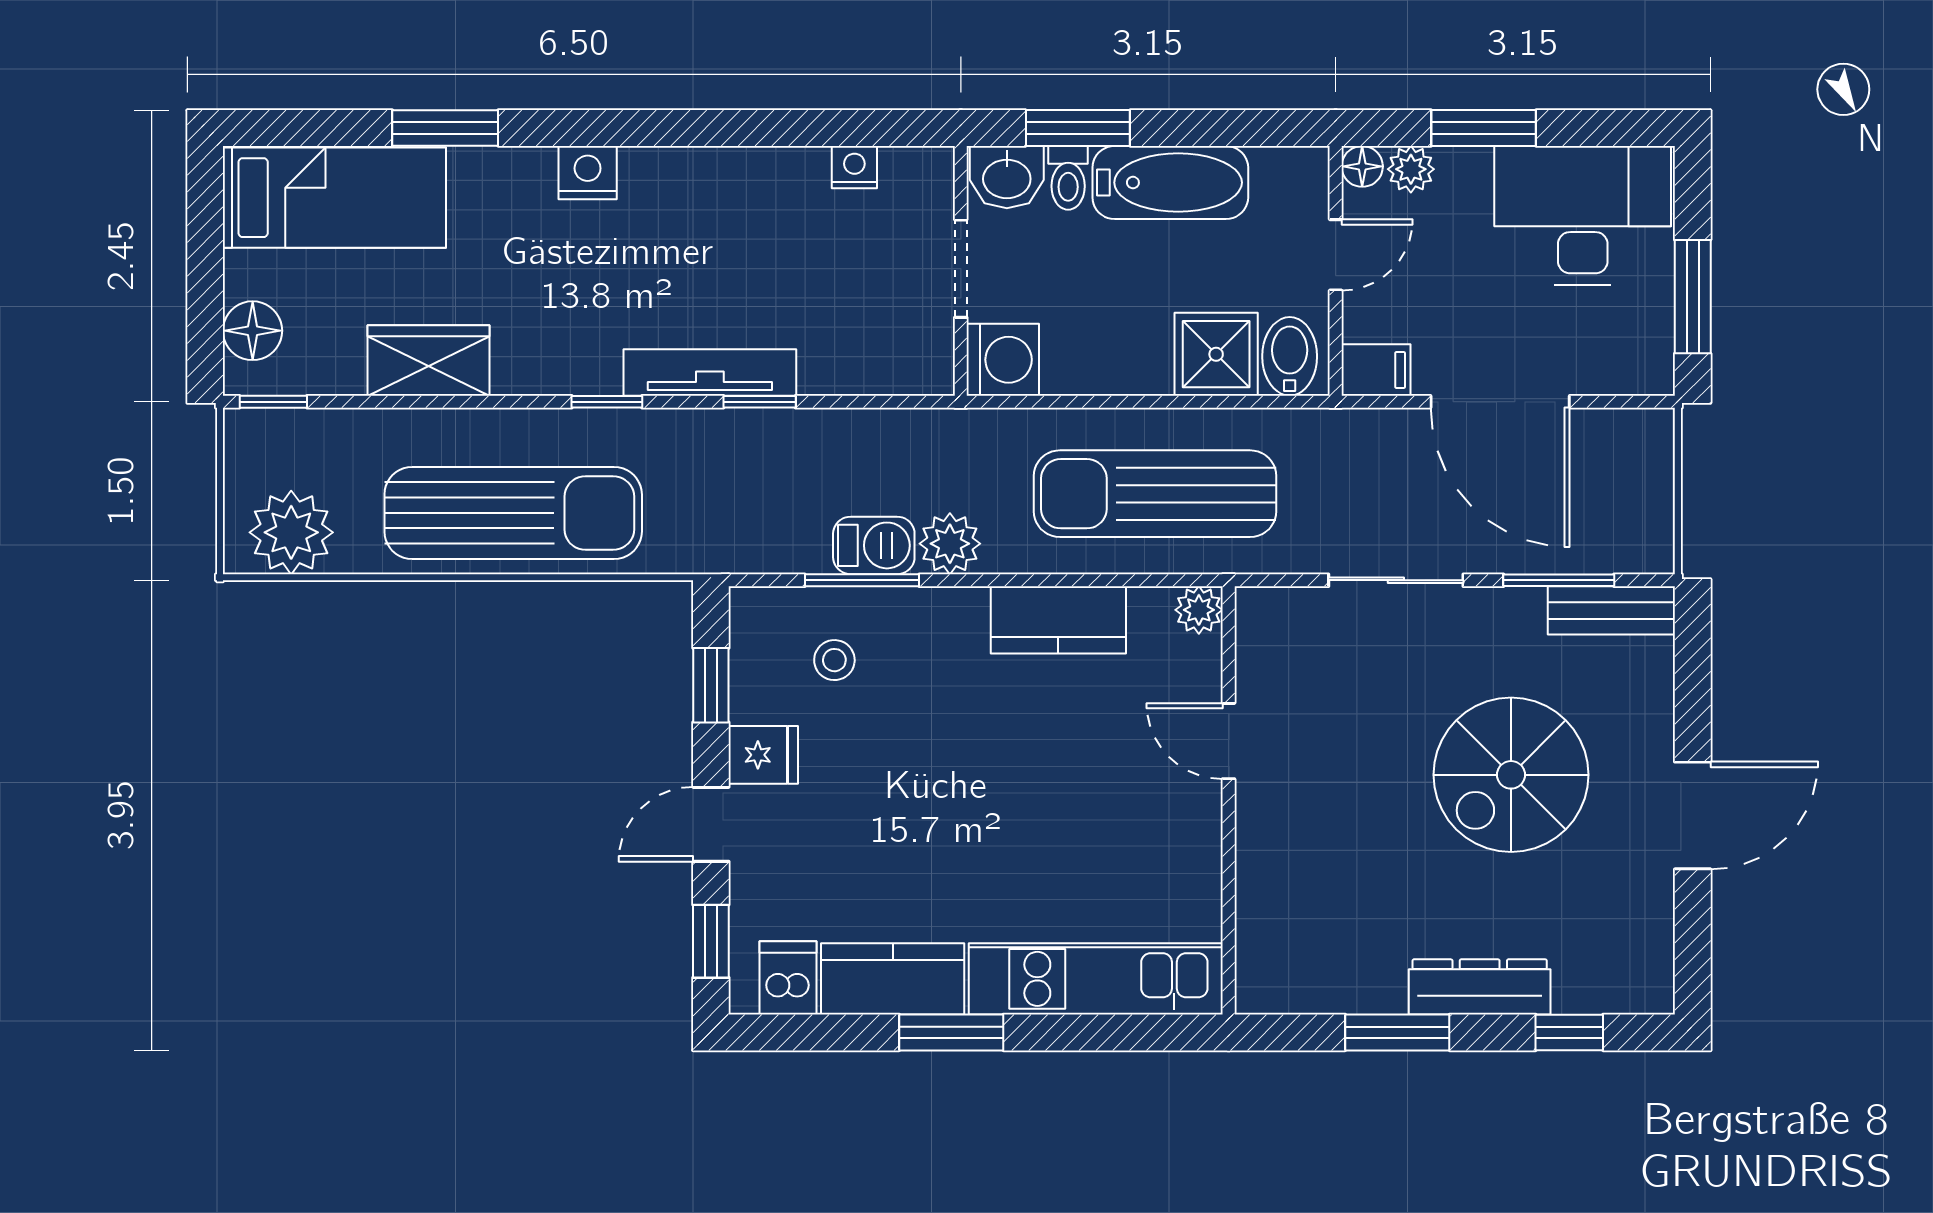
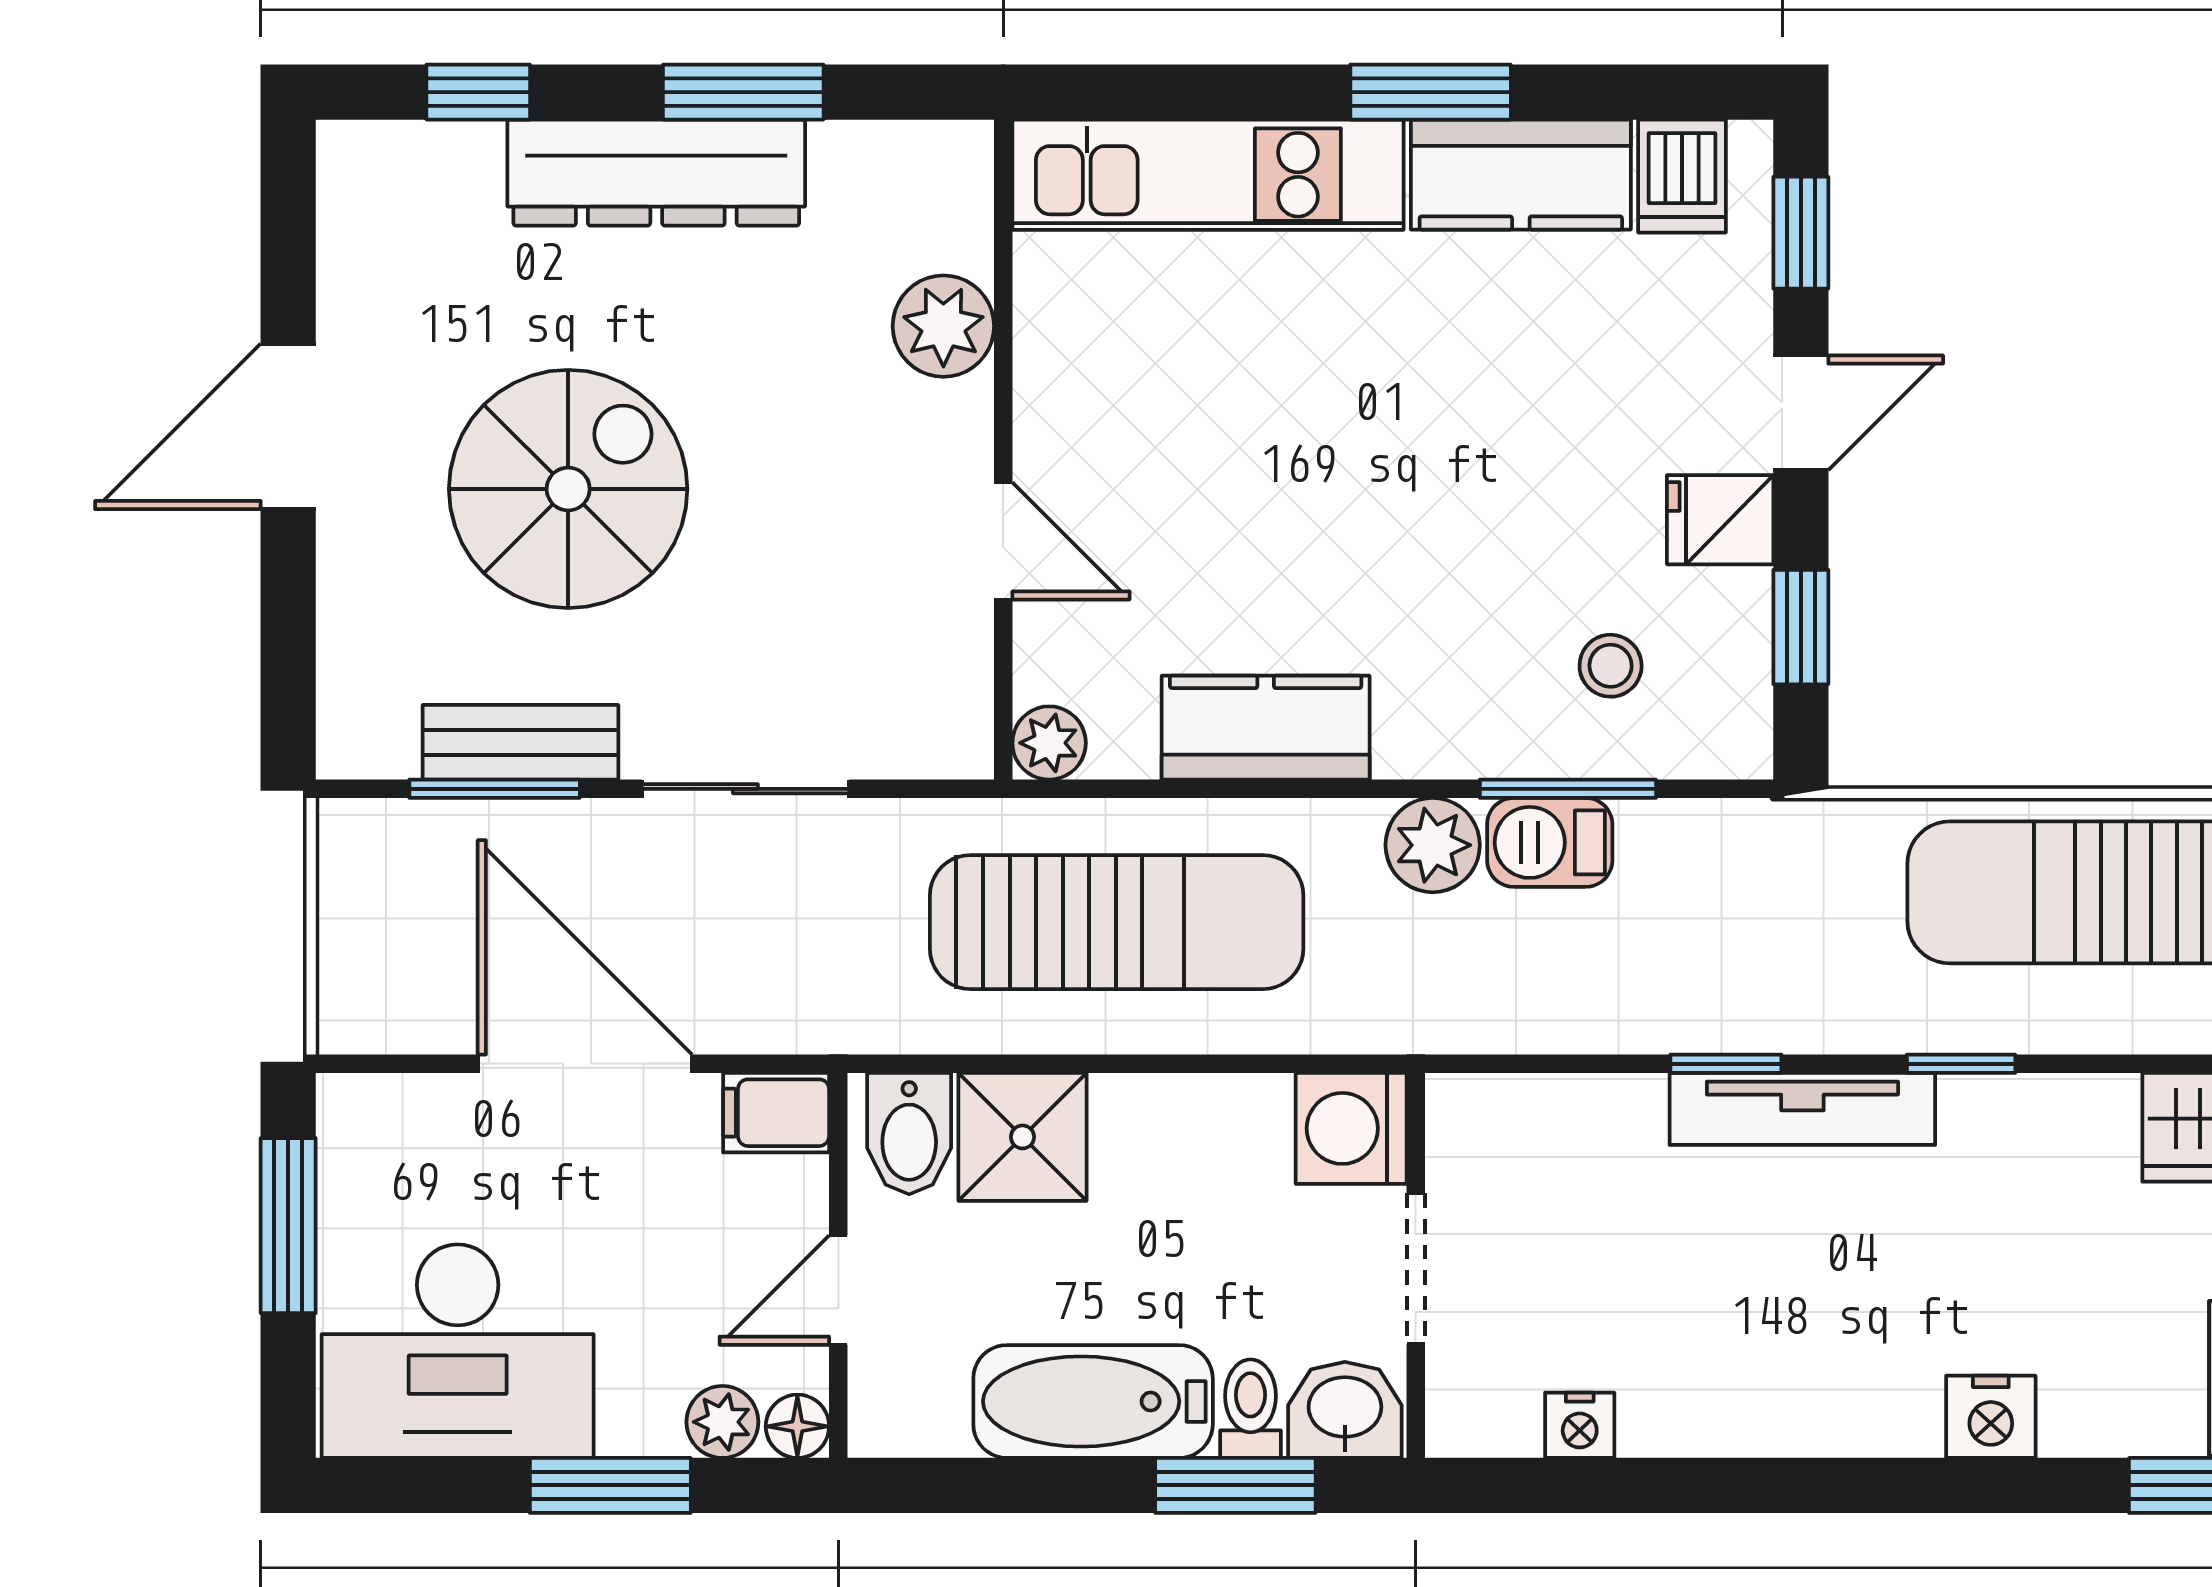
bench: (1611, 610) -> (520, 742), moved
plant: (1267, 881) -> (943, 326), added
dresser: (1480, 987) -> (656, 173), width x1.37, depth x1.24

